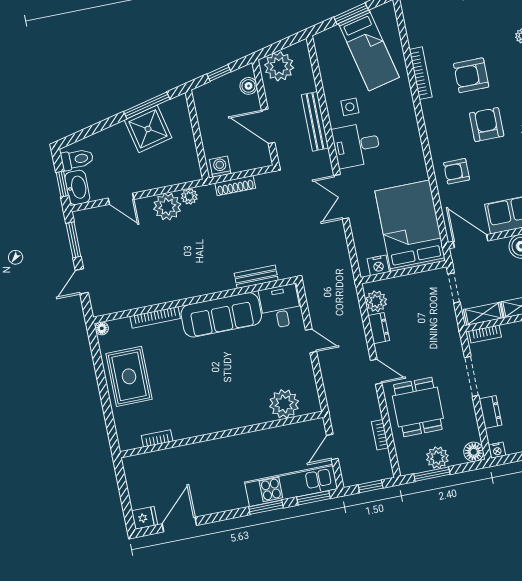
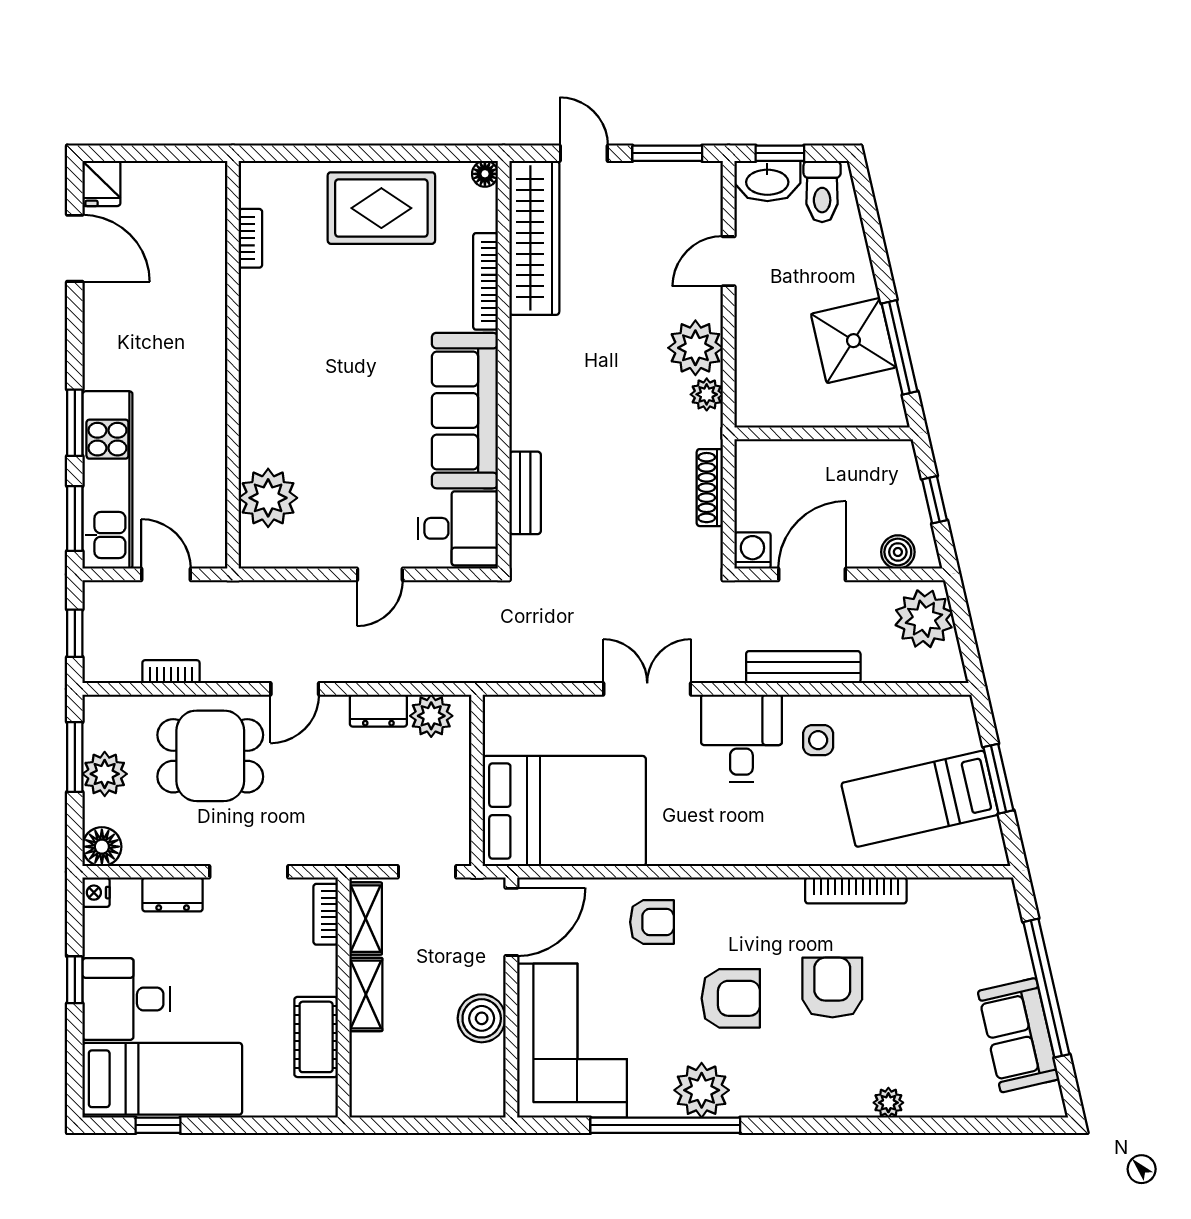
washing machine: (220, 167) -> (752, 551), moved, turned -90
armchair: (457, 171) -> (652, 922), turned 90
nightstand: (378, 265) -> (500, 734), removed
wardrobe: (129, 298) -> (534, 238), added

